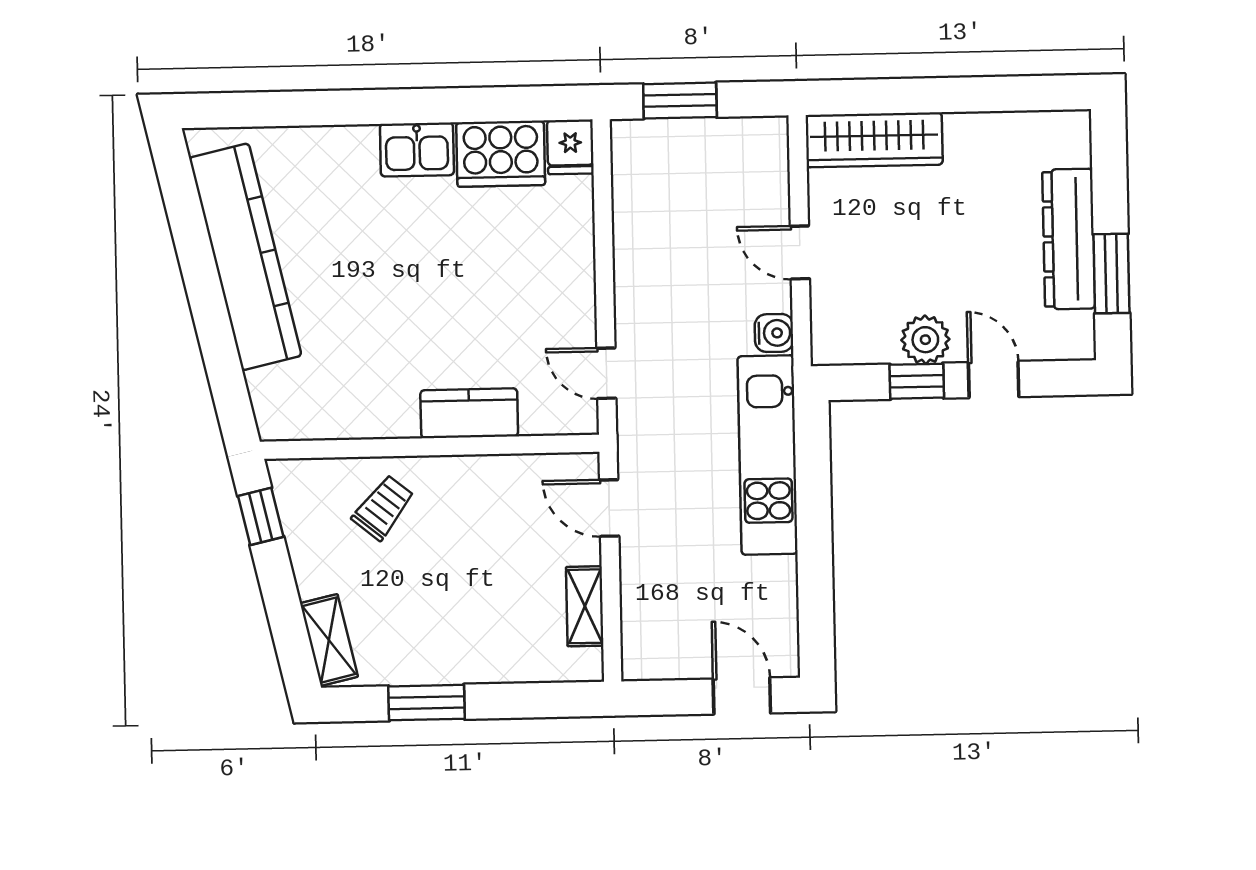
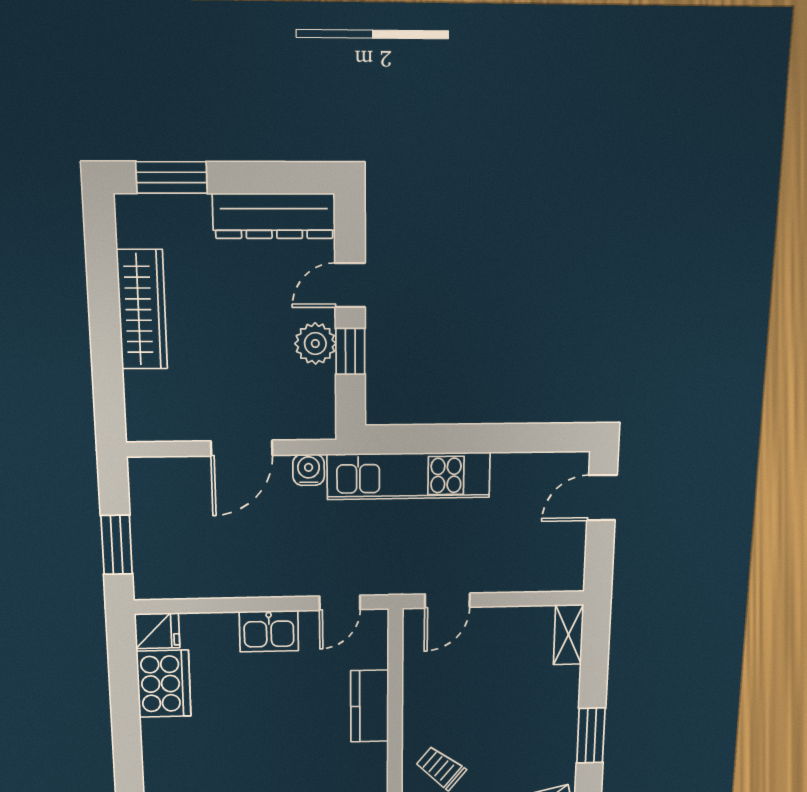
wardrobe: (874, 140) -> (142, 310), moved
kitchen sink: (417, 150) -> (269, 631), moved, turned 90
dresser: (1069, 239) -> (274, 216), moved
door: (800, 252) -> (242, 448), width x1.38
window: (1111, 273) -> (172, 177), moved
shelving: (585, 606) -> (569, 635), moved, turned 90

